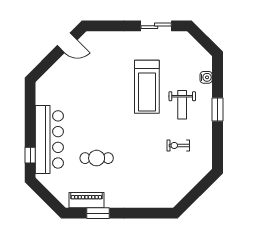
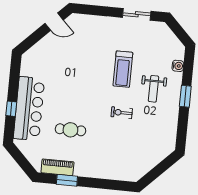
treadmill: (147, 87) -> (123, 69), width x0.73, depth x0.73
exercise bike: (178, 145) -> (122, 113), moved
window: (30, 155) -> (11, 109), moved

